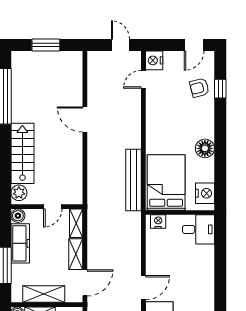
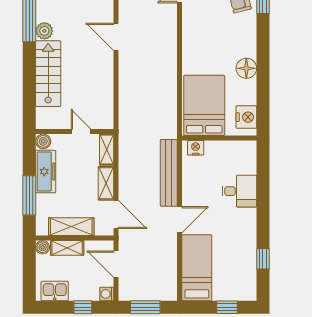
bench: (134, 180) -> (169, 173), moved
plant: (19, 193) -> (44, 31), moved
door: (53, 207) -> (81, 132), swing flipped
desk: (198, 229) -> (239, 191), moved
door: (85, 283) -> (116, 214), hinge flipped

